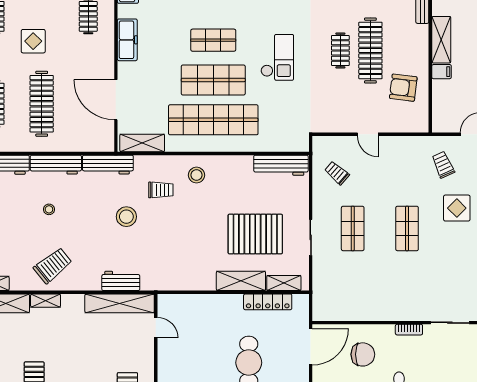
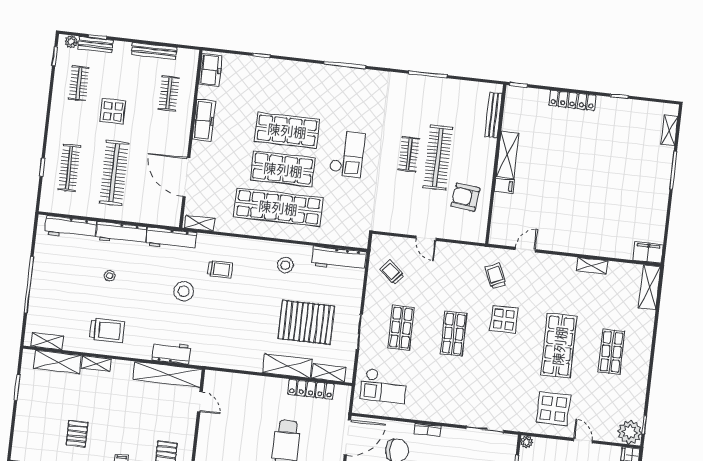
shop shelf: (213, 40) -> (287, 130), width x1.43, depth x1.36
shelving: (142, 143) -> (200, 223), width x0.67, depth x0.75
stool: (196, 175) -> (285, 265), moved
trolley: (53, 265) -> (107, 330), turned 39
checkout: (342, 290) -> (384, 386), added
bookcase: (409, 330) -> (428, 430), moved

